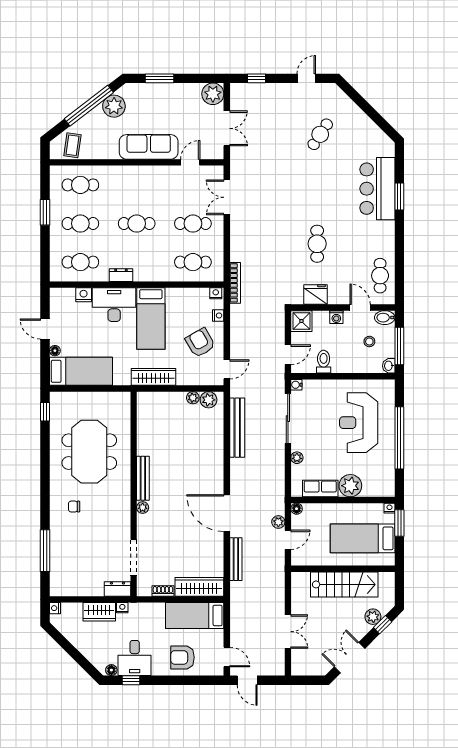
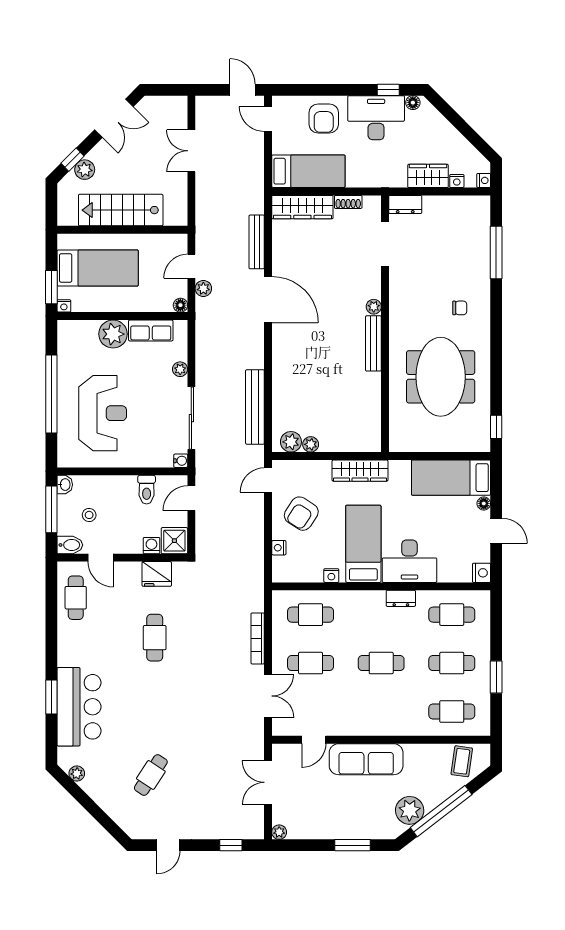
plant: (213, 94) -> (279, 832), width x0.53, depth x0.53
plant: (379, 136) -> (77, 773), added
bookcase: (235, 283) -> (258, 638), moved
nightstand: (216, 293) -> (331, 576), moved
nightstand: (84, 295) -> (481, 573), moved, turned -90
washing machine: (336, 317) -> (151, 546), moved
armchair: (200, 343) -> (301, 514), turned 63
nightstand: (122, 608) -> (457, 181), moved
armchair: (182, 657) -> (324, 118), turned 90
desk: (135, 658) -> (376, 118), width x1.37

